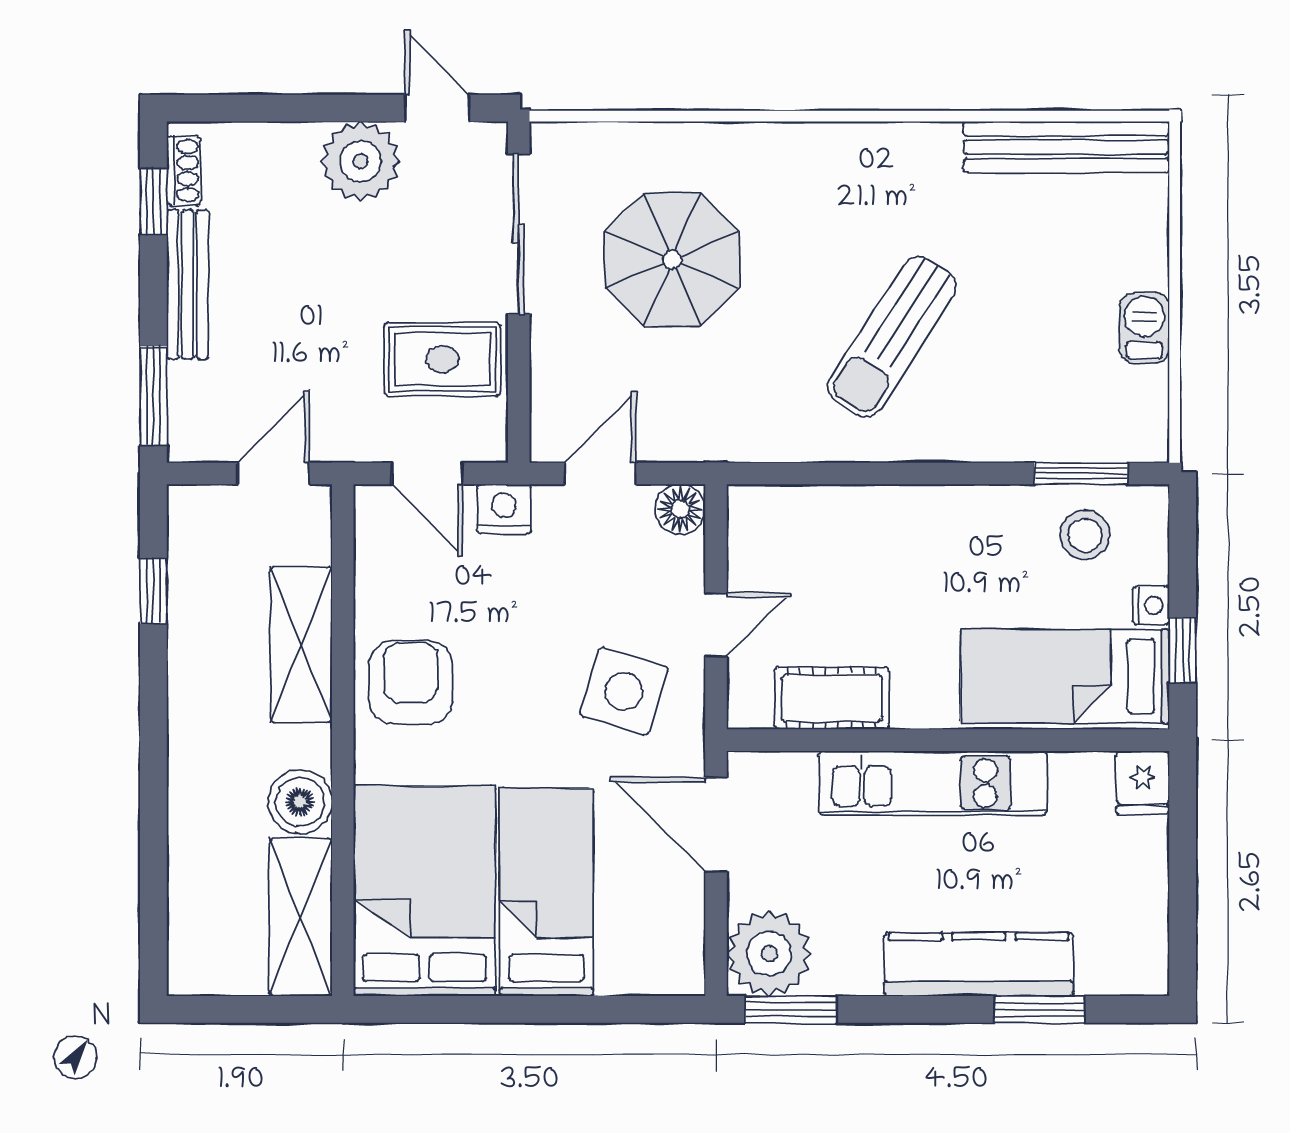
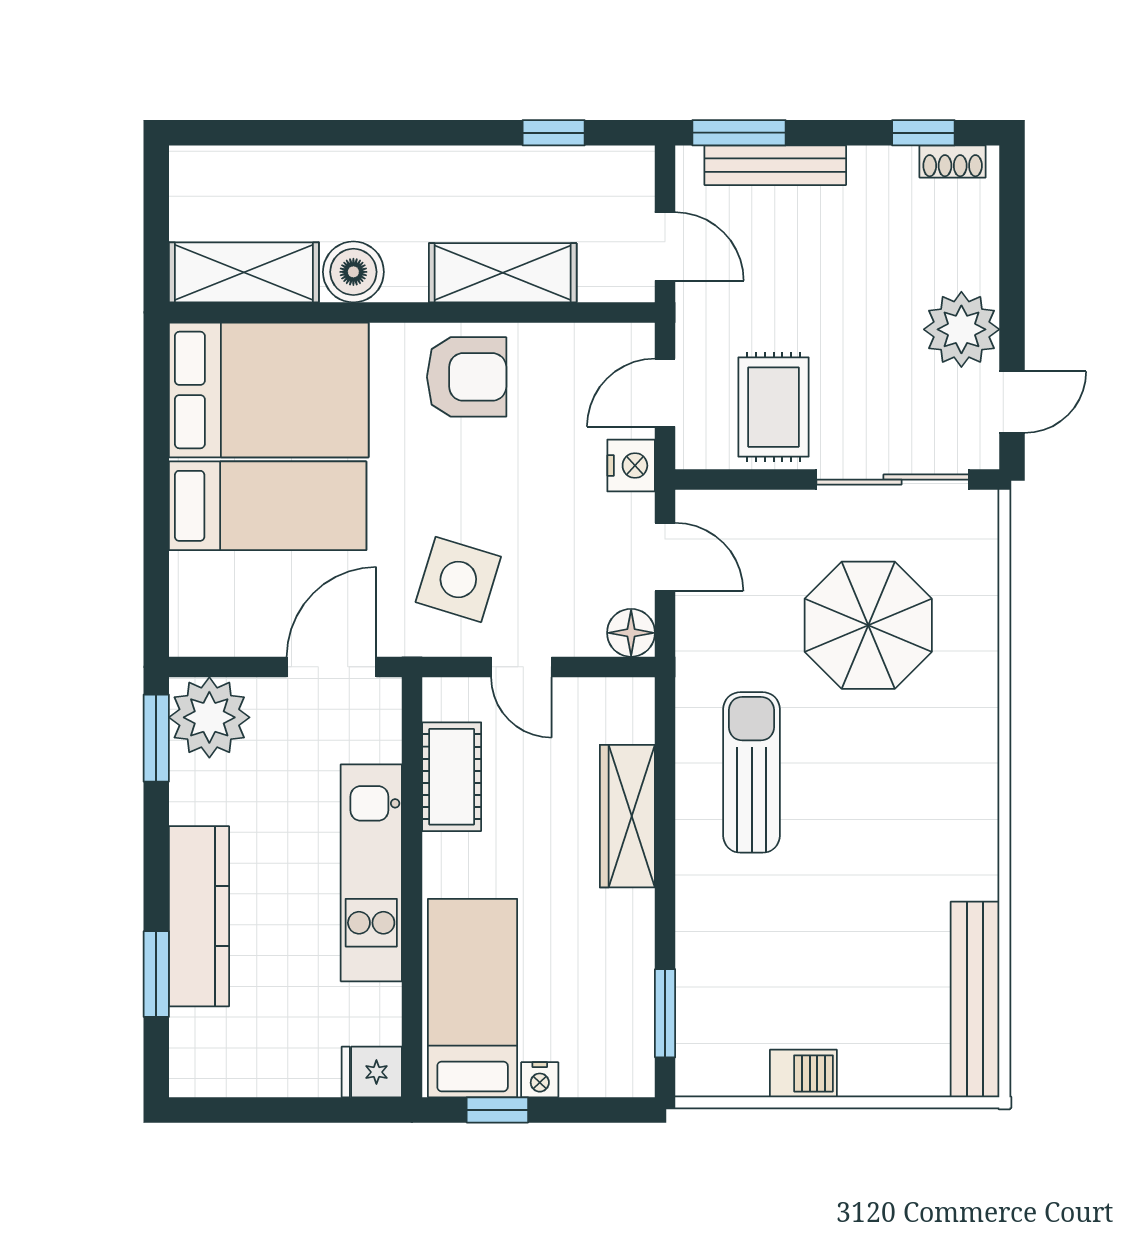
bench: (188, 284) -> (775, 165), moved
sun lounger: (892, 337) -> (752, 772), moved, turned 57
wardrobe: (873, 513) -> (627, 816), added
stool: (1085, 535) -> (607, 1017), removed

